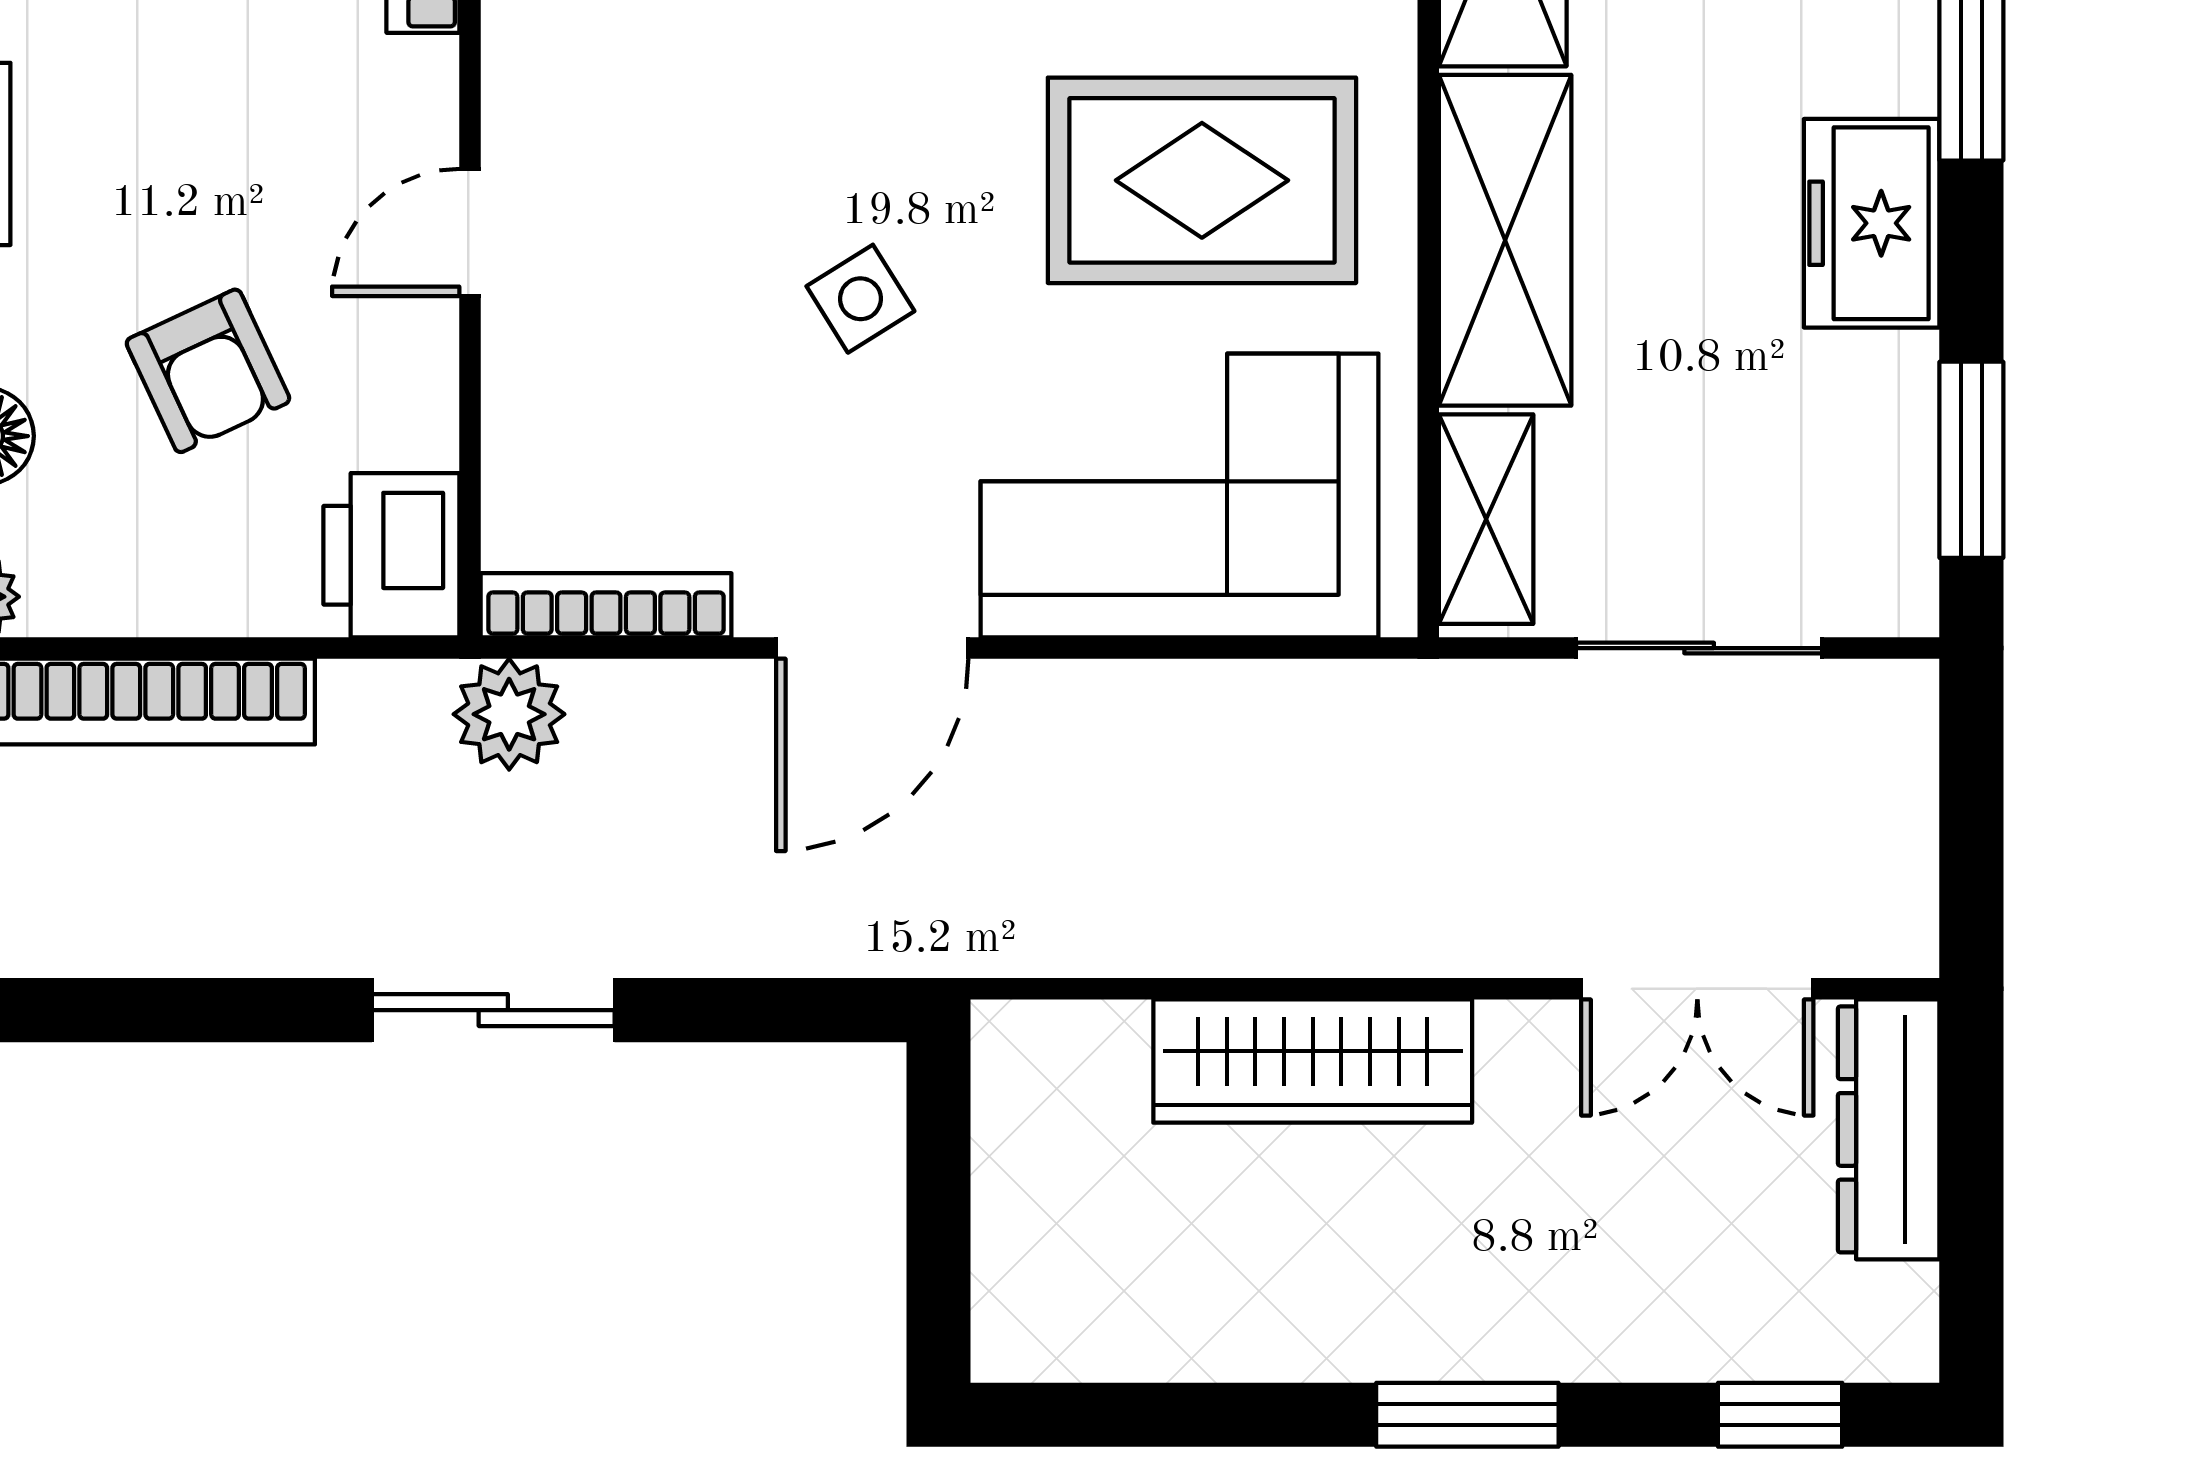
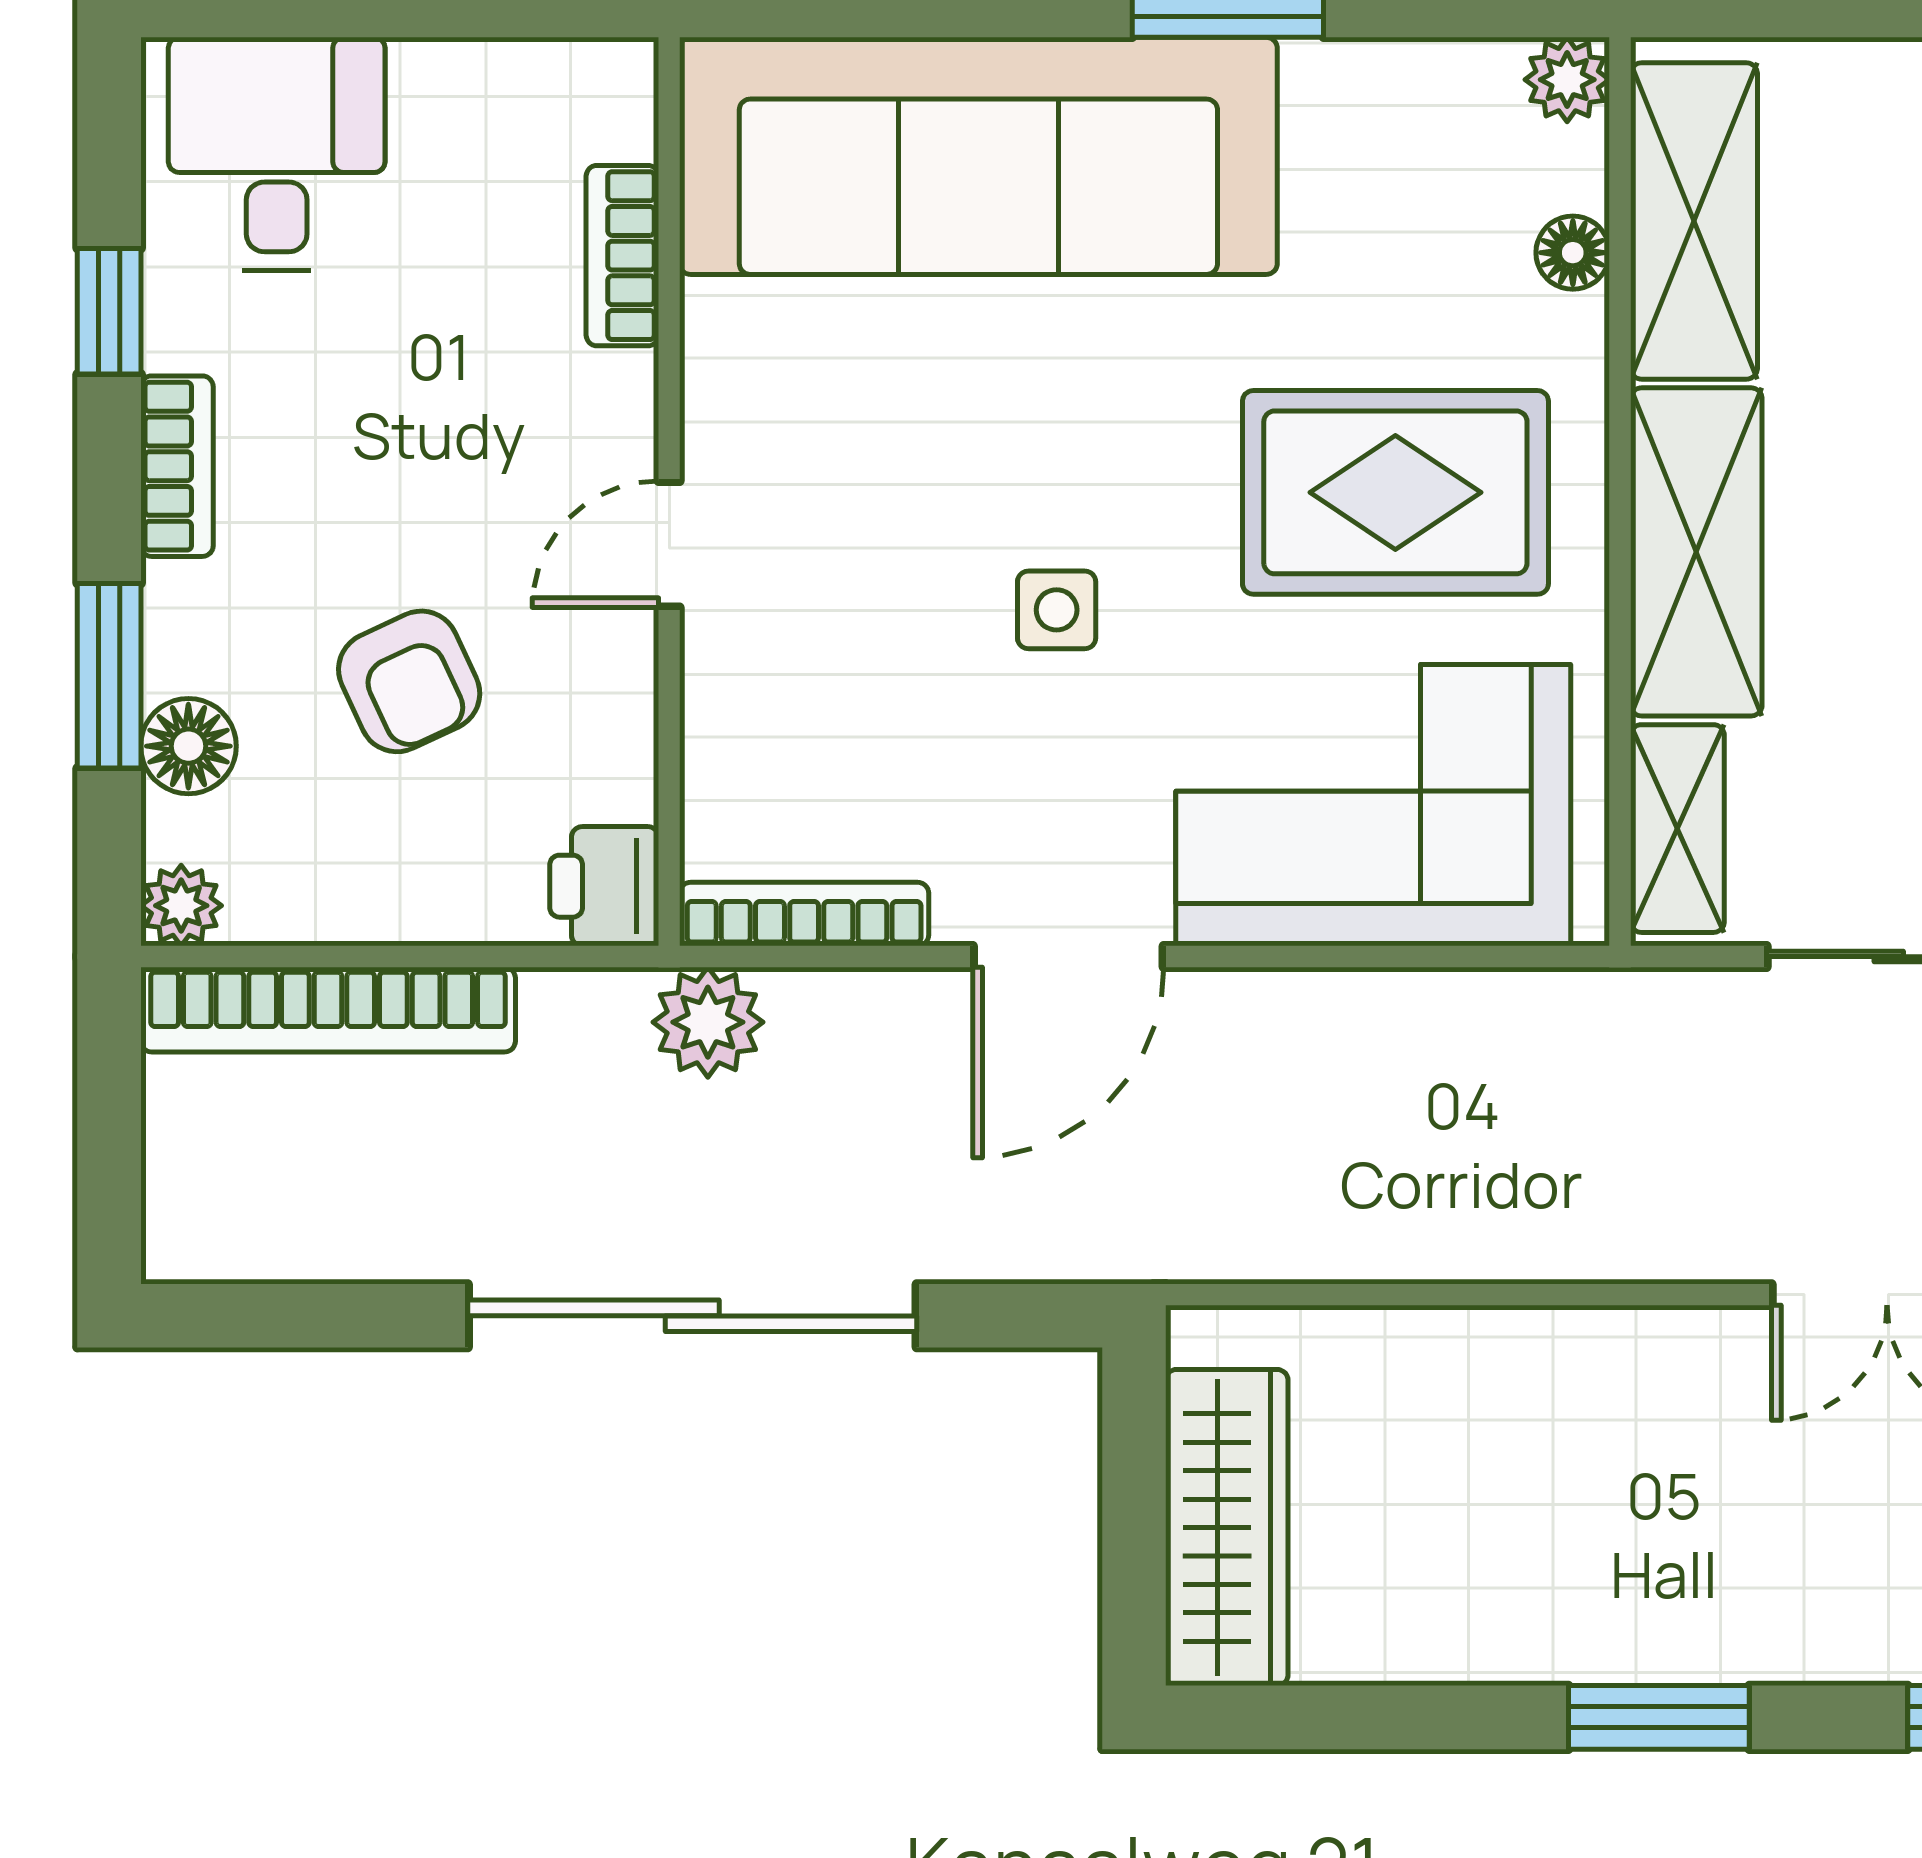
side table: (860, 299) -> (1057, 610), turned 32
printer: (391, 555) -> (604, 886), width x0.73, depth x0.81
sliding door: (493, 1010) -> (692, 1316), width x1.86
wardrobe: (1313, 1061) -> (1227, 1527), moved, turned -90

